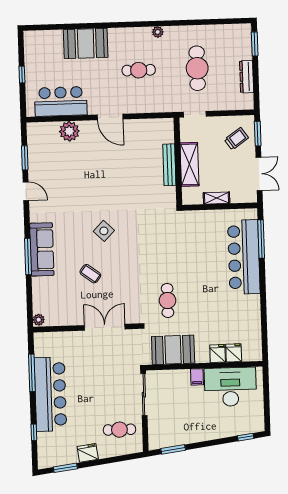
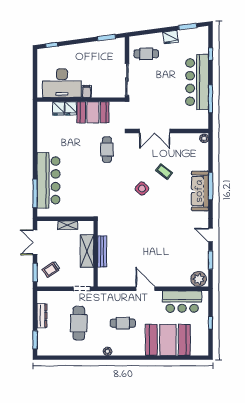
booth: (86, 43) -> (168, 340), width x1.36, depth x1.42
plant: (69, 131) -> (199, 279), moved
side table: (104, 231) -> (142, 189), moved
booth: (173, 350) -> (93, 112), moved

